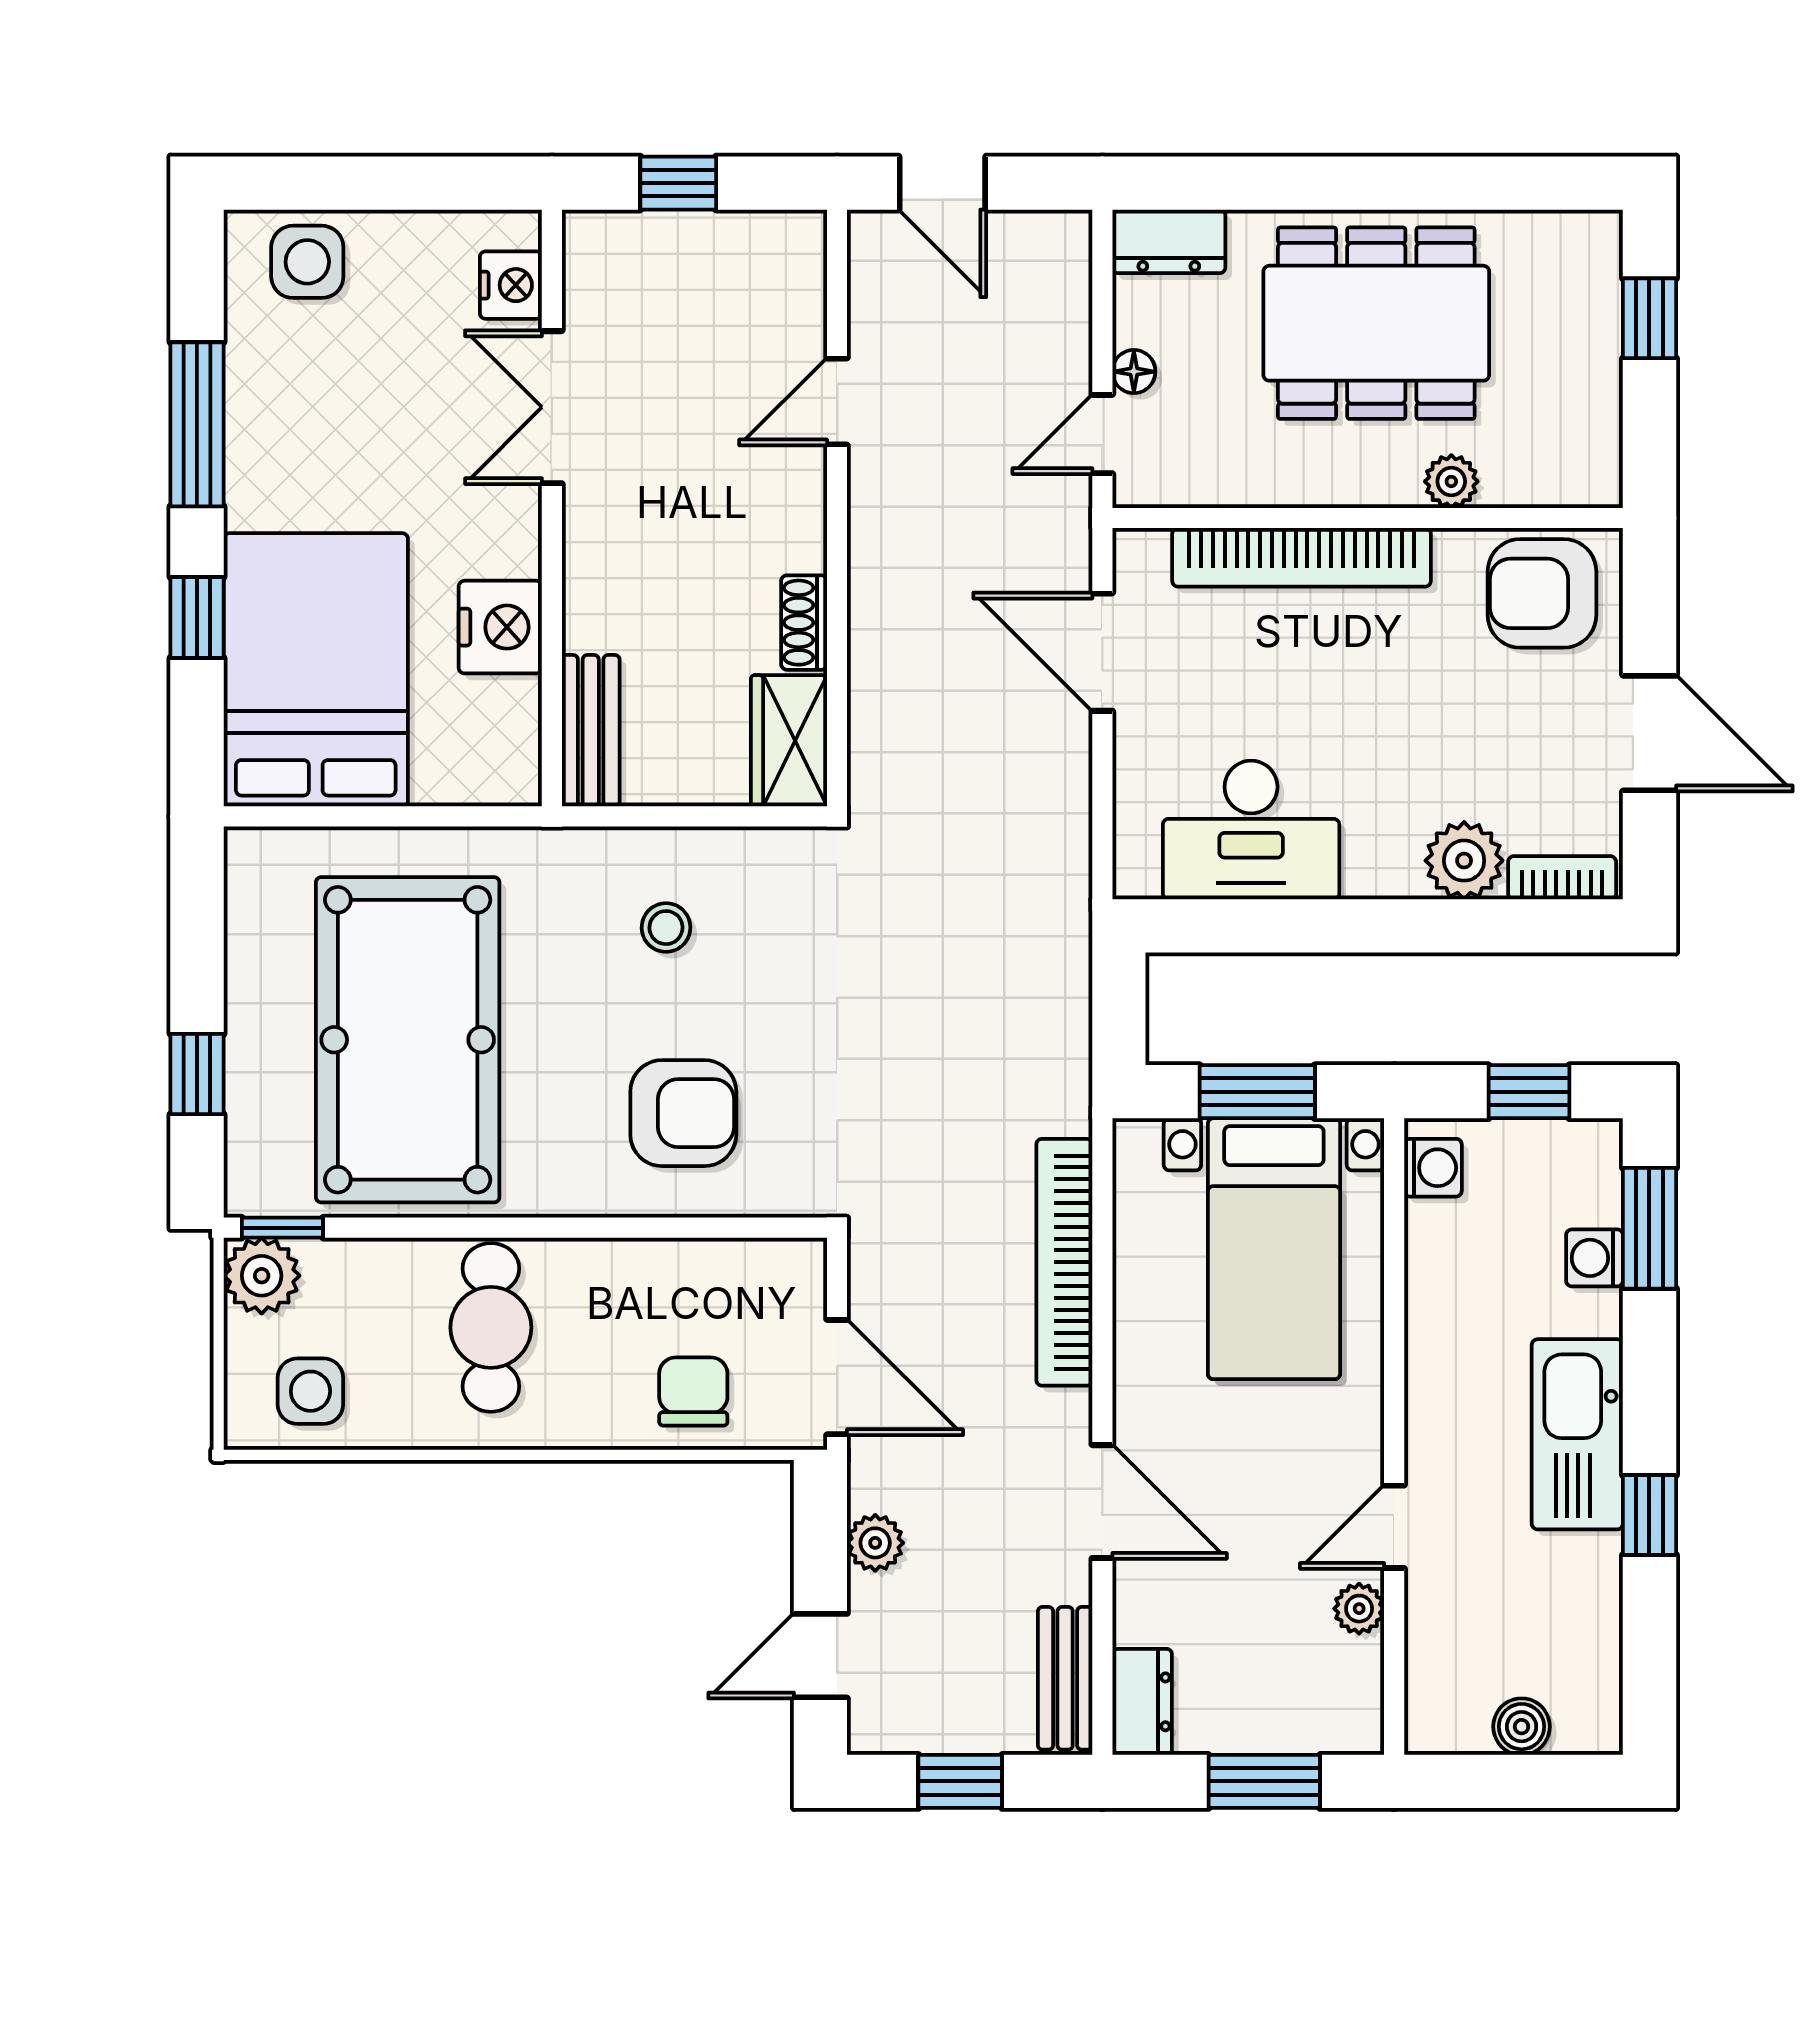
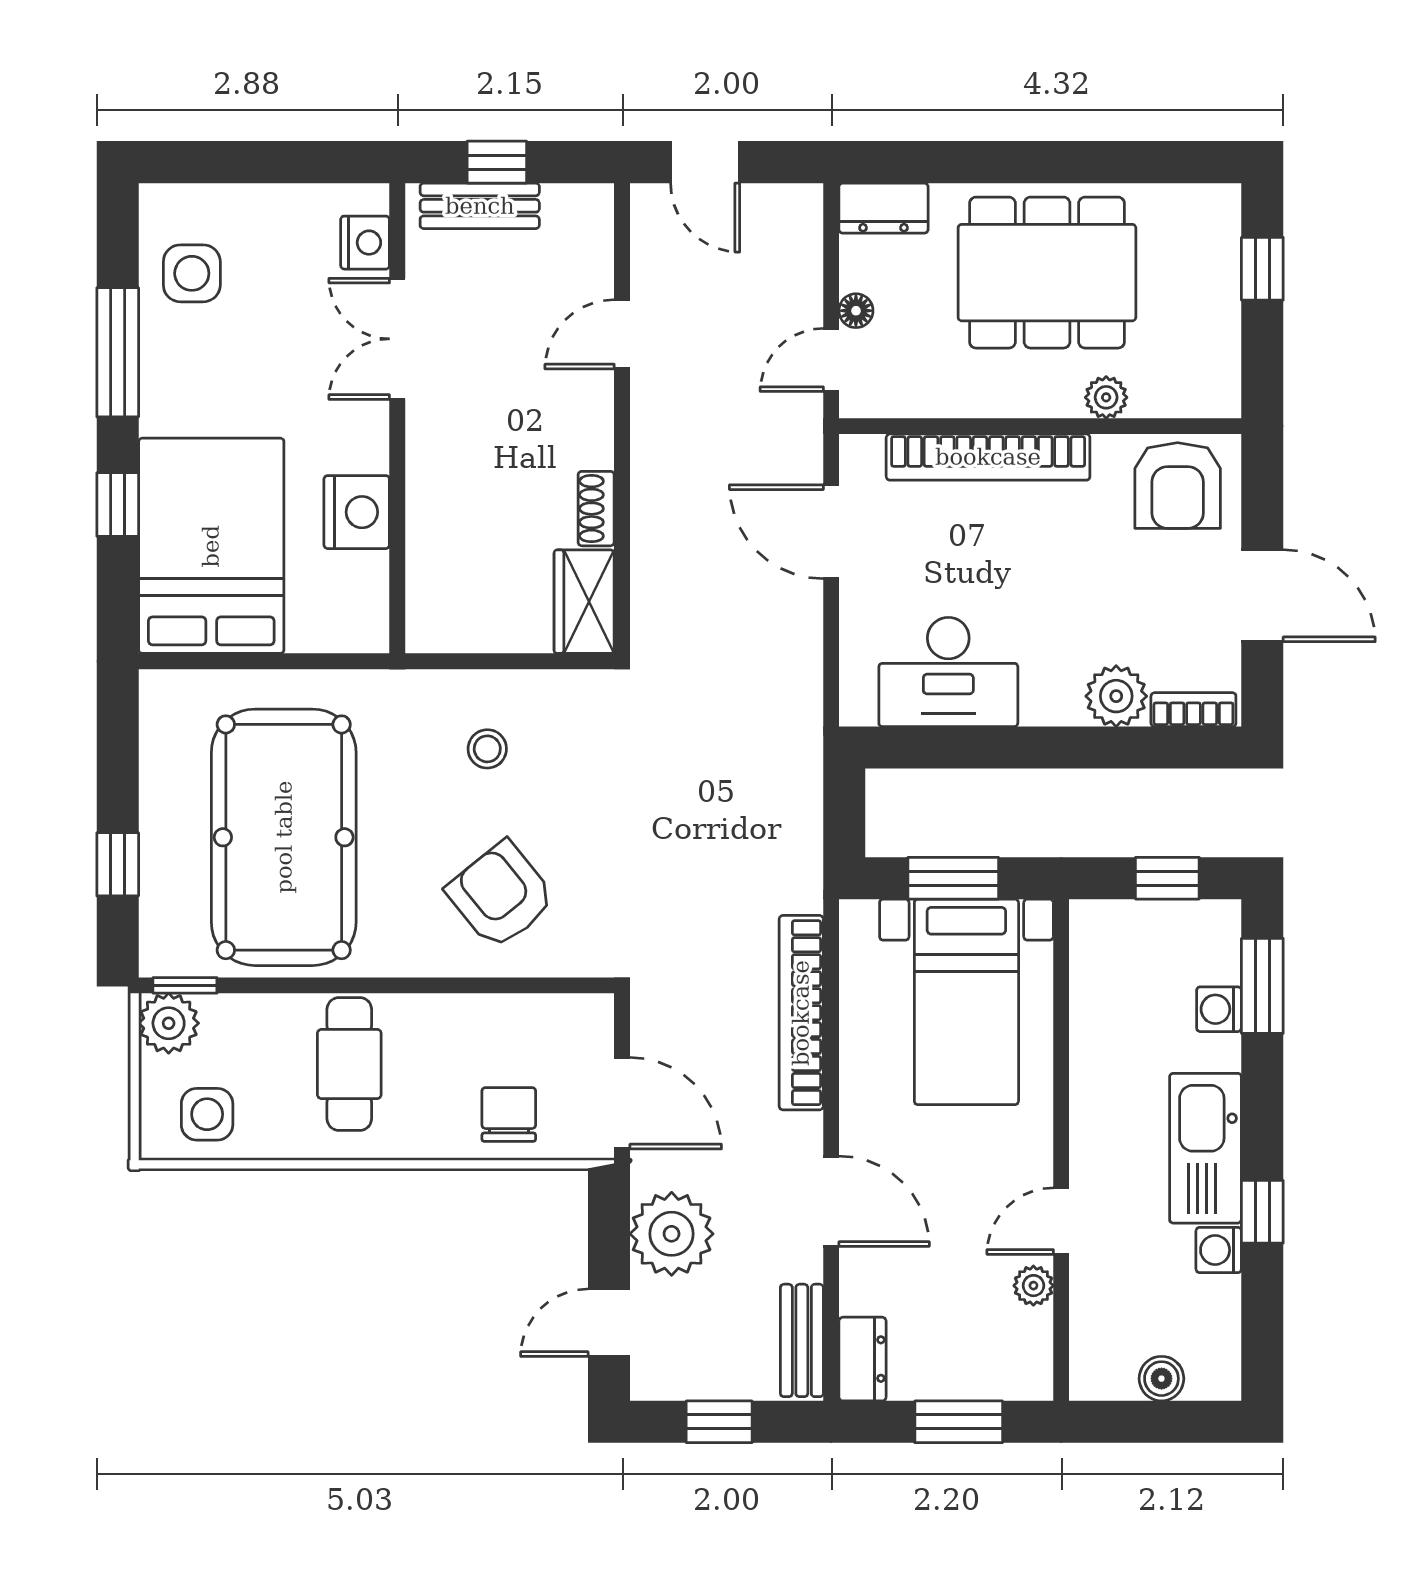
side table: (307, 262) -> (192, 273), moved
armchair: (1542, 593) -> (1178, 486), turned -90
bench: (591, 731) -> (480, 206), moved, turned 90
armchair: (683, 1113) -> (501, 895), turned -129
washing machine: (1433, 1168) -> (1219, 1250), moved, turned 180
plant: (875, 1543) -> (672, 1234), width x1.88, depth x1.88

